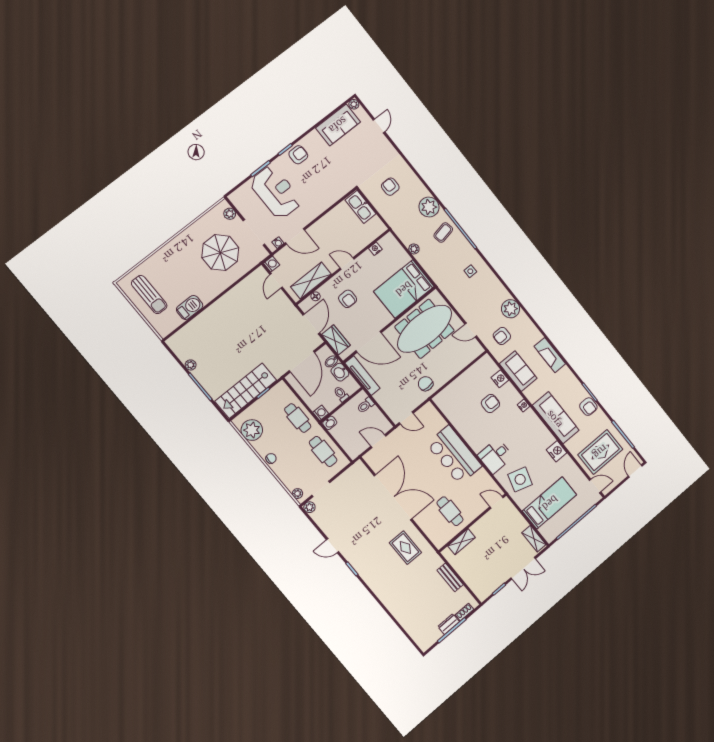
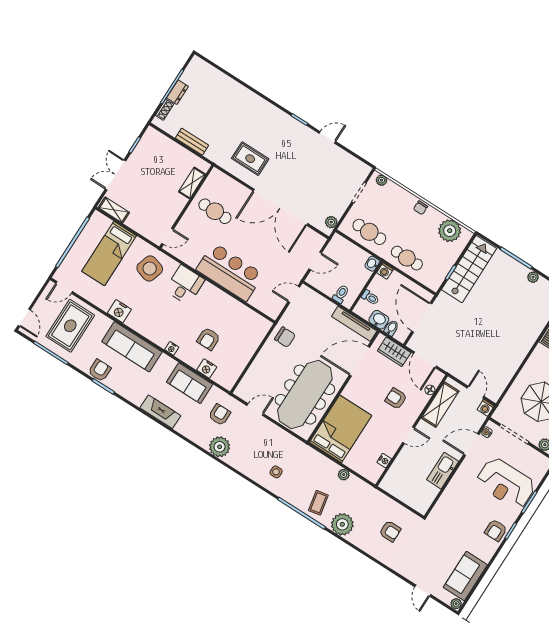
kitchen sink: (361, 207) -> (443, 471), moved, turned -90
armchair: (588, 407) -> (100, 370), turned 90
plant: (309, 507) -> (331, 222), moved

